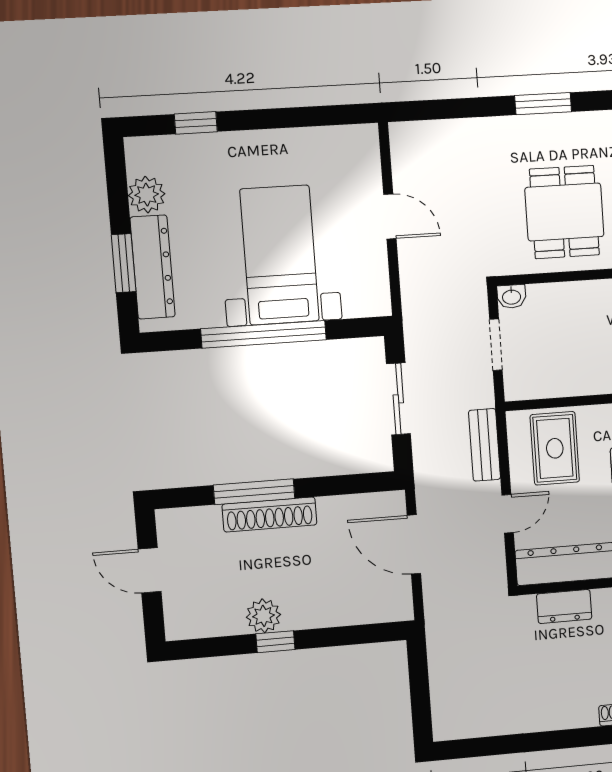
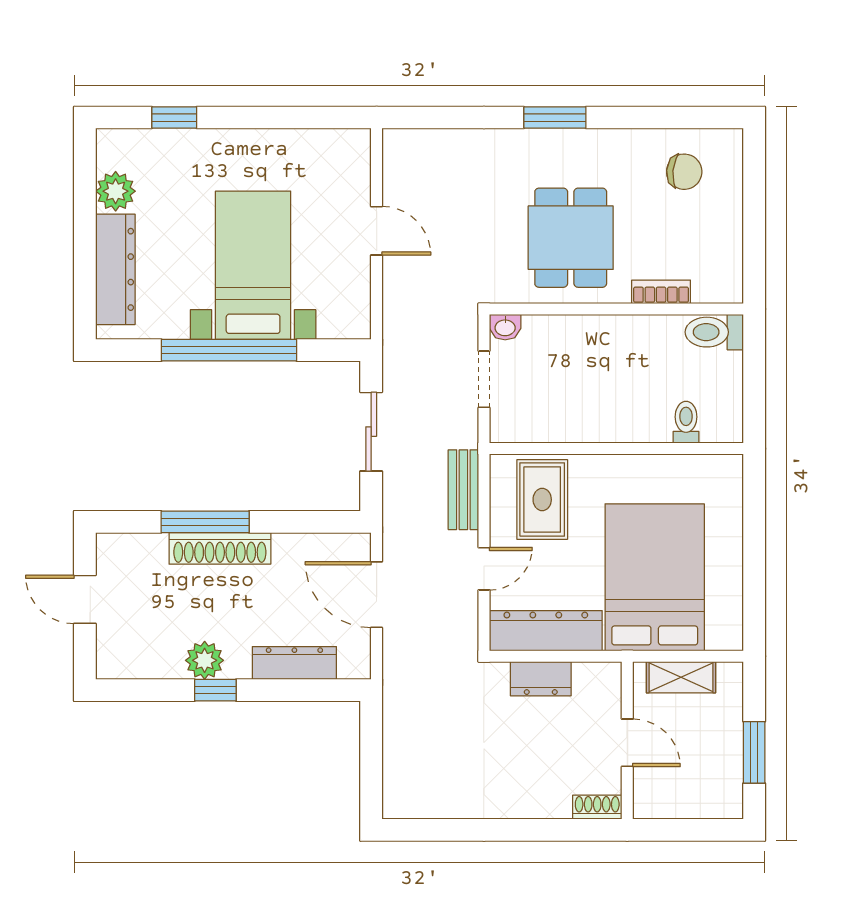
window: (124, 263) -> (85, 263), removed
dresser: (345, 611) -> (294, 663), added

